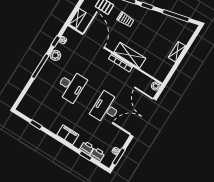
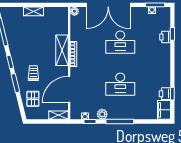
desk: (71, 86) -> (120, 84), turned 180
filing cabinet: (68, 135) -> (164, 110), moved
printer: (97, 154) -> (165, 94), moved

